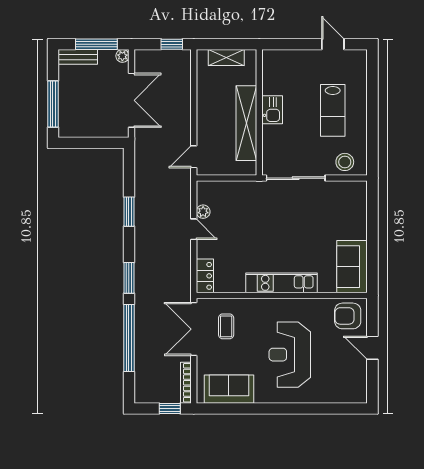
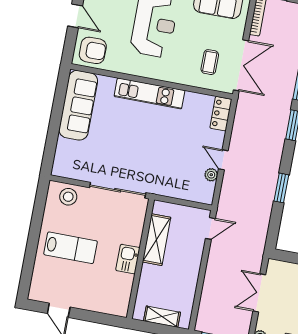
double door: (132, 100) -> (259, 293), width x0.73
lab bench: (333, 110) -> (71, 248), turned 90
shelving: (246, 123) -> (157, 240), width x0.68
sofa: (352, 267) -> (78, 105), width x1.36

